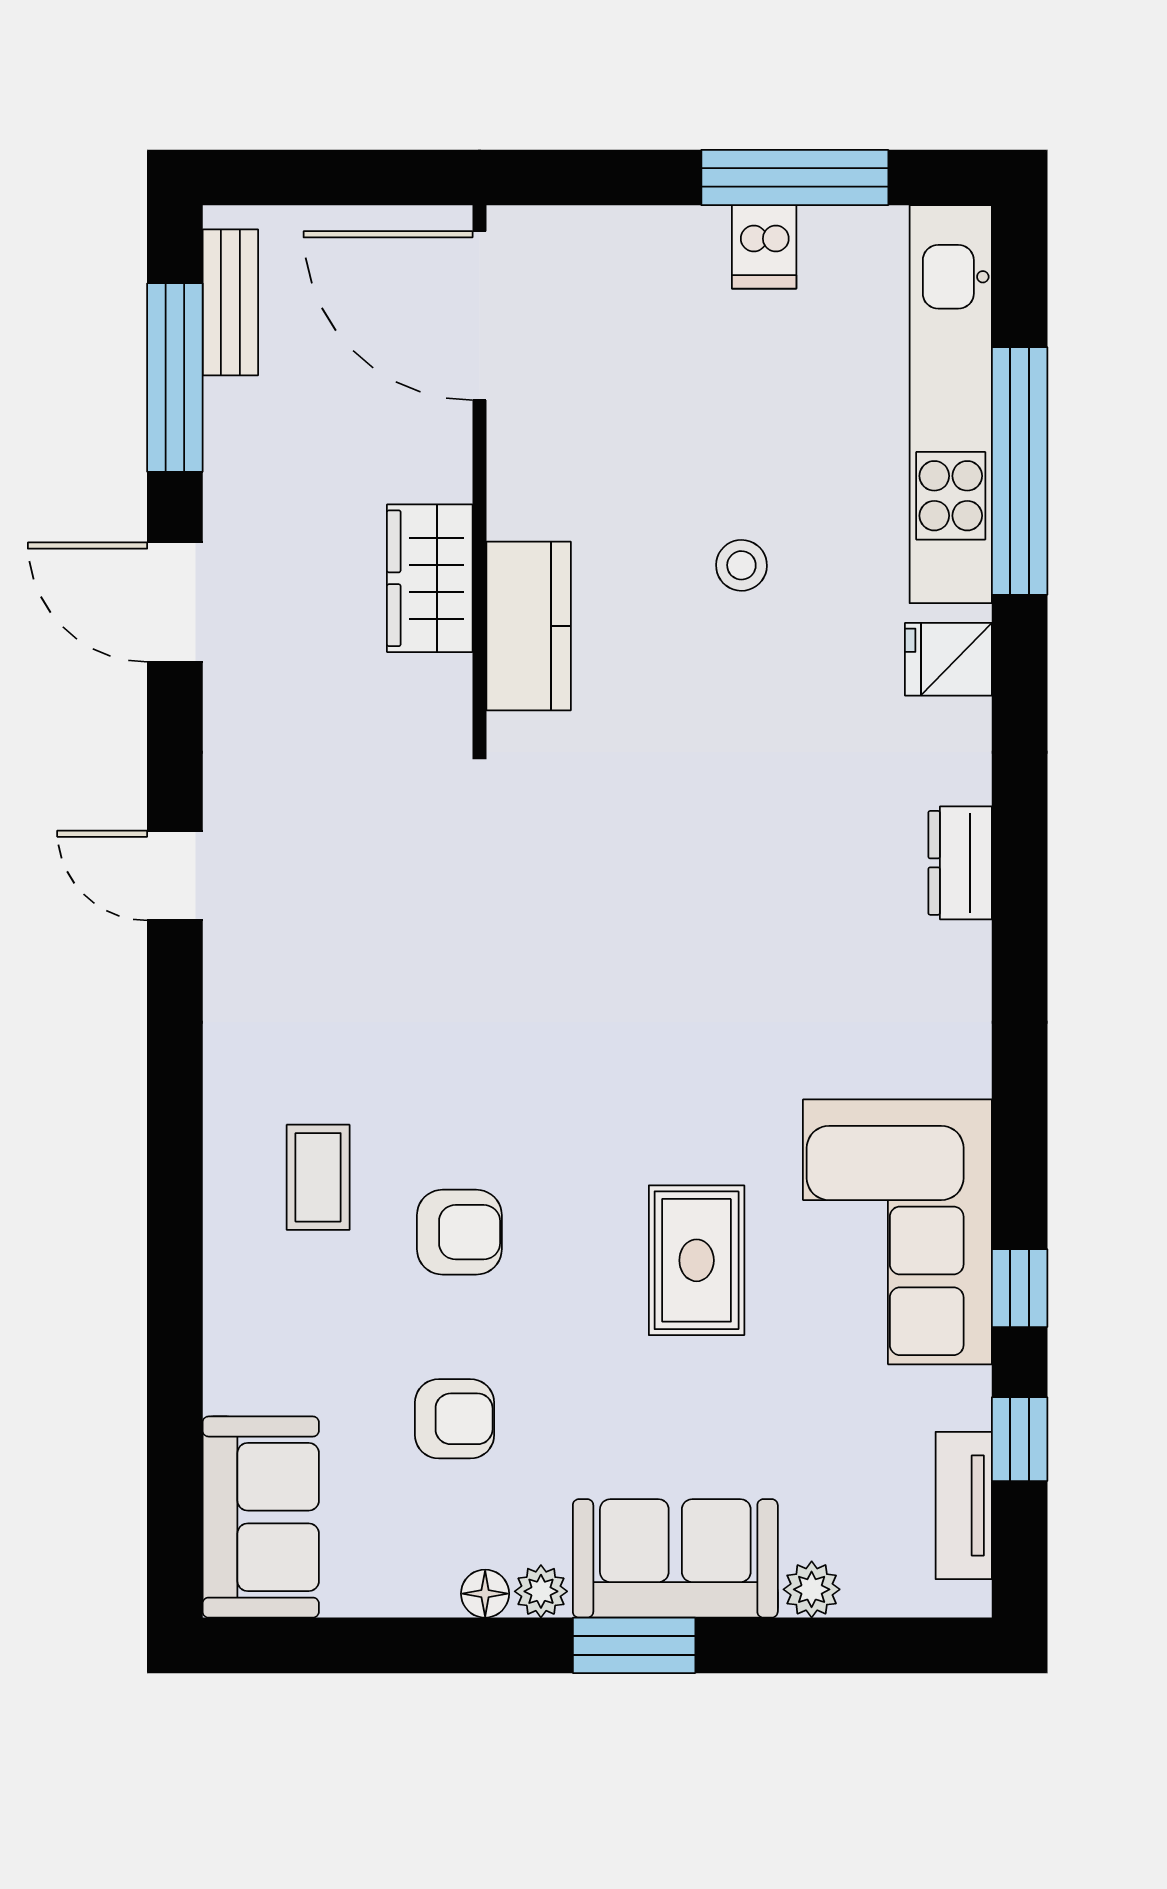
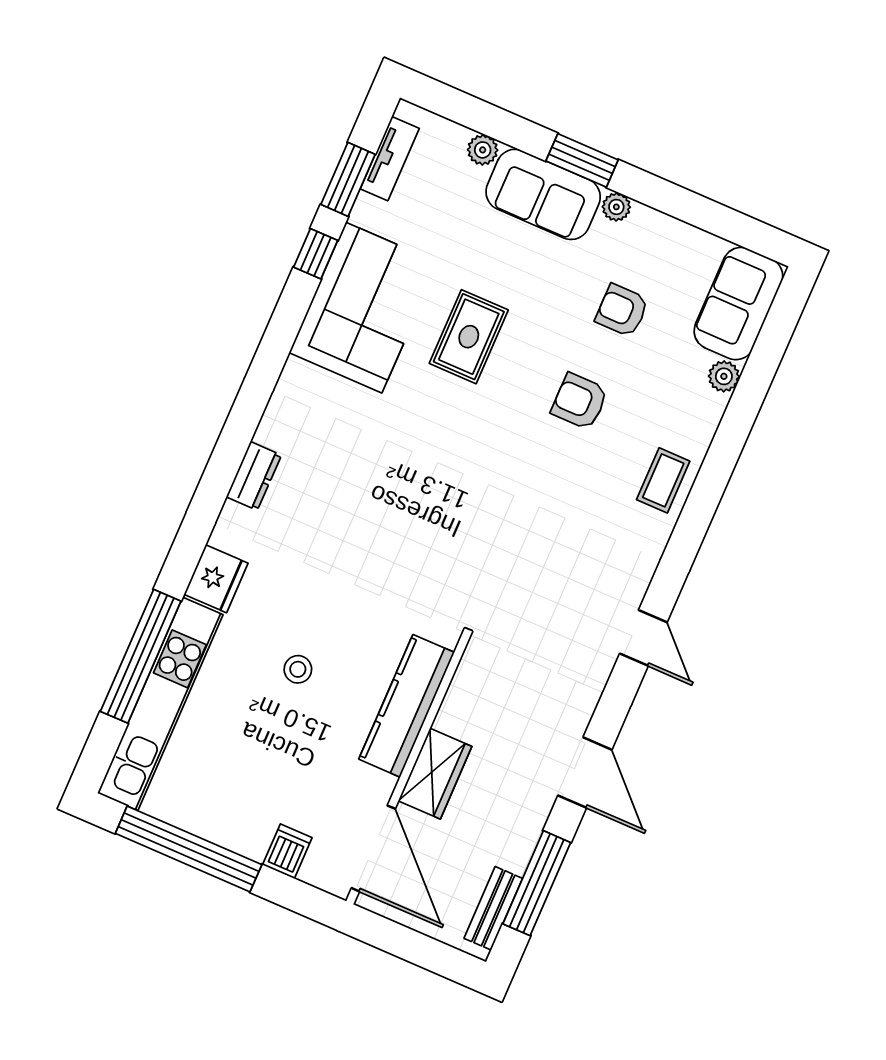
window: (795, 177) -> (189, 849), width x1.46
dishwasher: (764, 247) -> (287, 851), moved
wardrobe: (430, 578) -> (435, 774), moved
kitchen counter: (529, 626) -> (407, 706), width x1.50
fridge: (948, 659) -> (216, 579), width x1.38
coffee table: (318, 1177) -> (663, 480), moved
plant: (232, 1382) -> (724, 376), added
window: (1020, 1439) -> (348, 179), width x1.50
floor lamp: (485, 1594) -> (644, 218), removed

